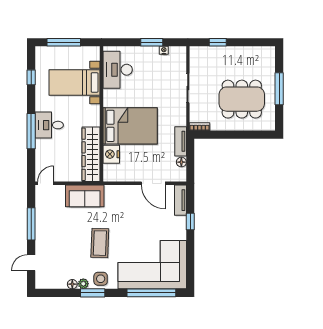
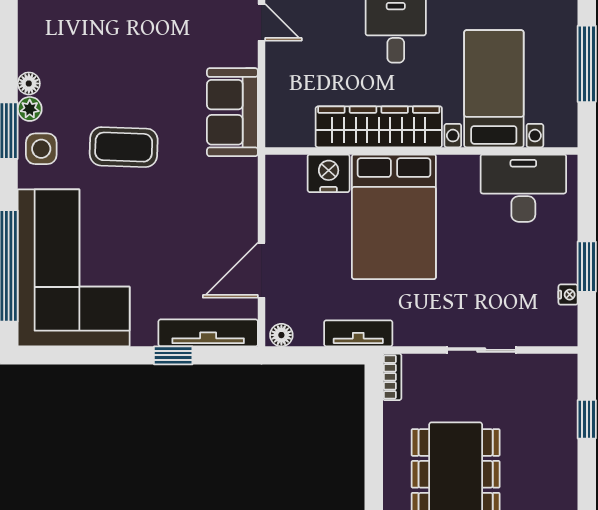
wardrobe: (91, 154) -> (379, 127), moved
floor lamp: (181, 162) -> (281, 335), moved
tv unit: (180, 200) -> (208, 333), width x1.41

